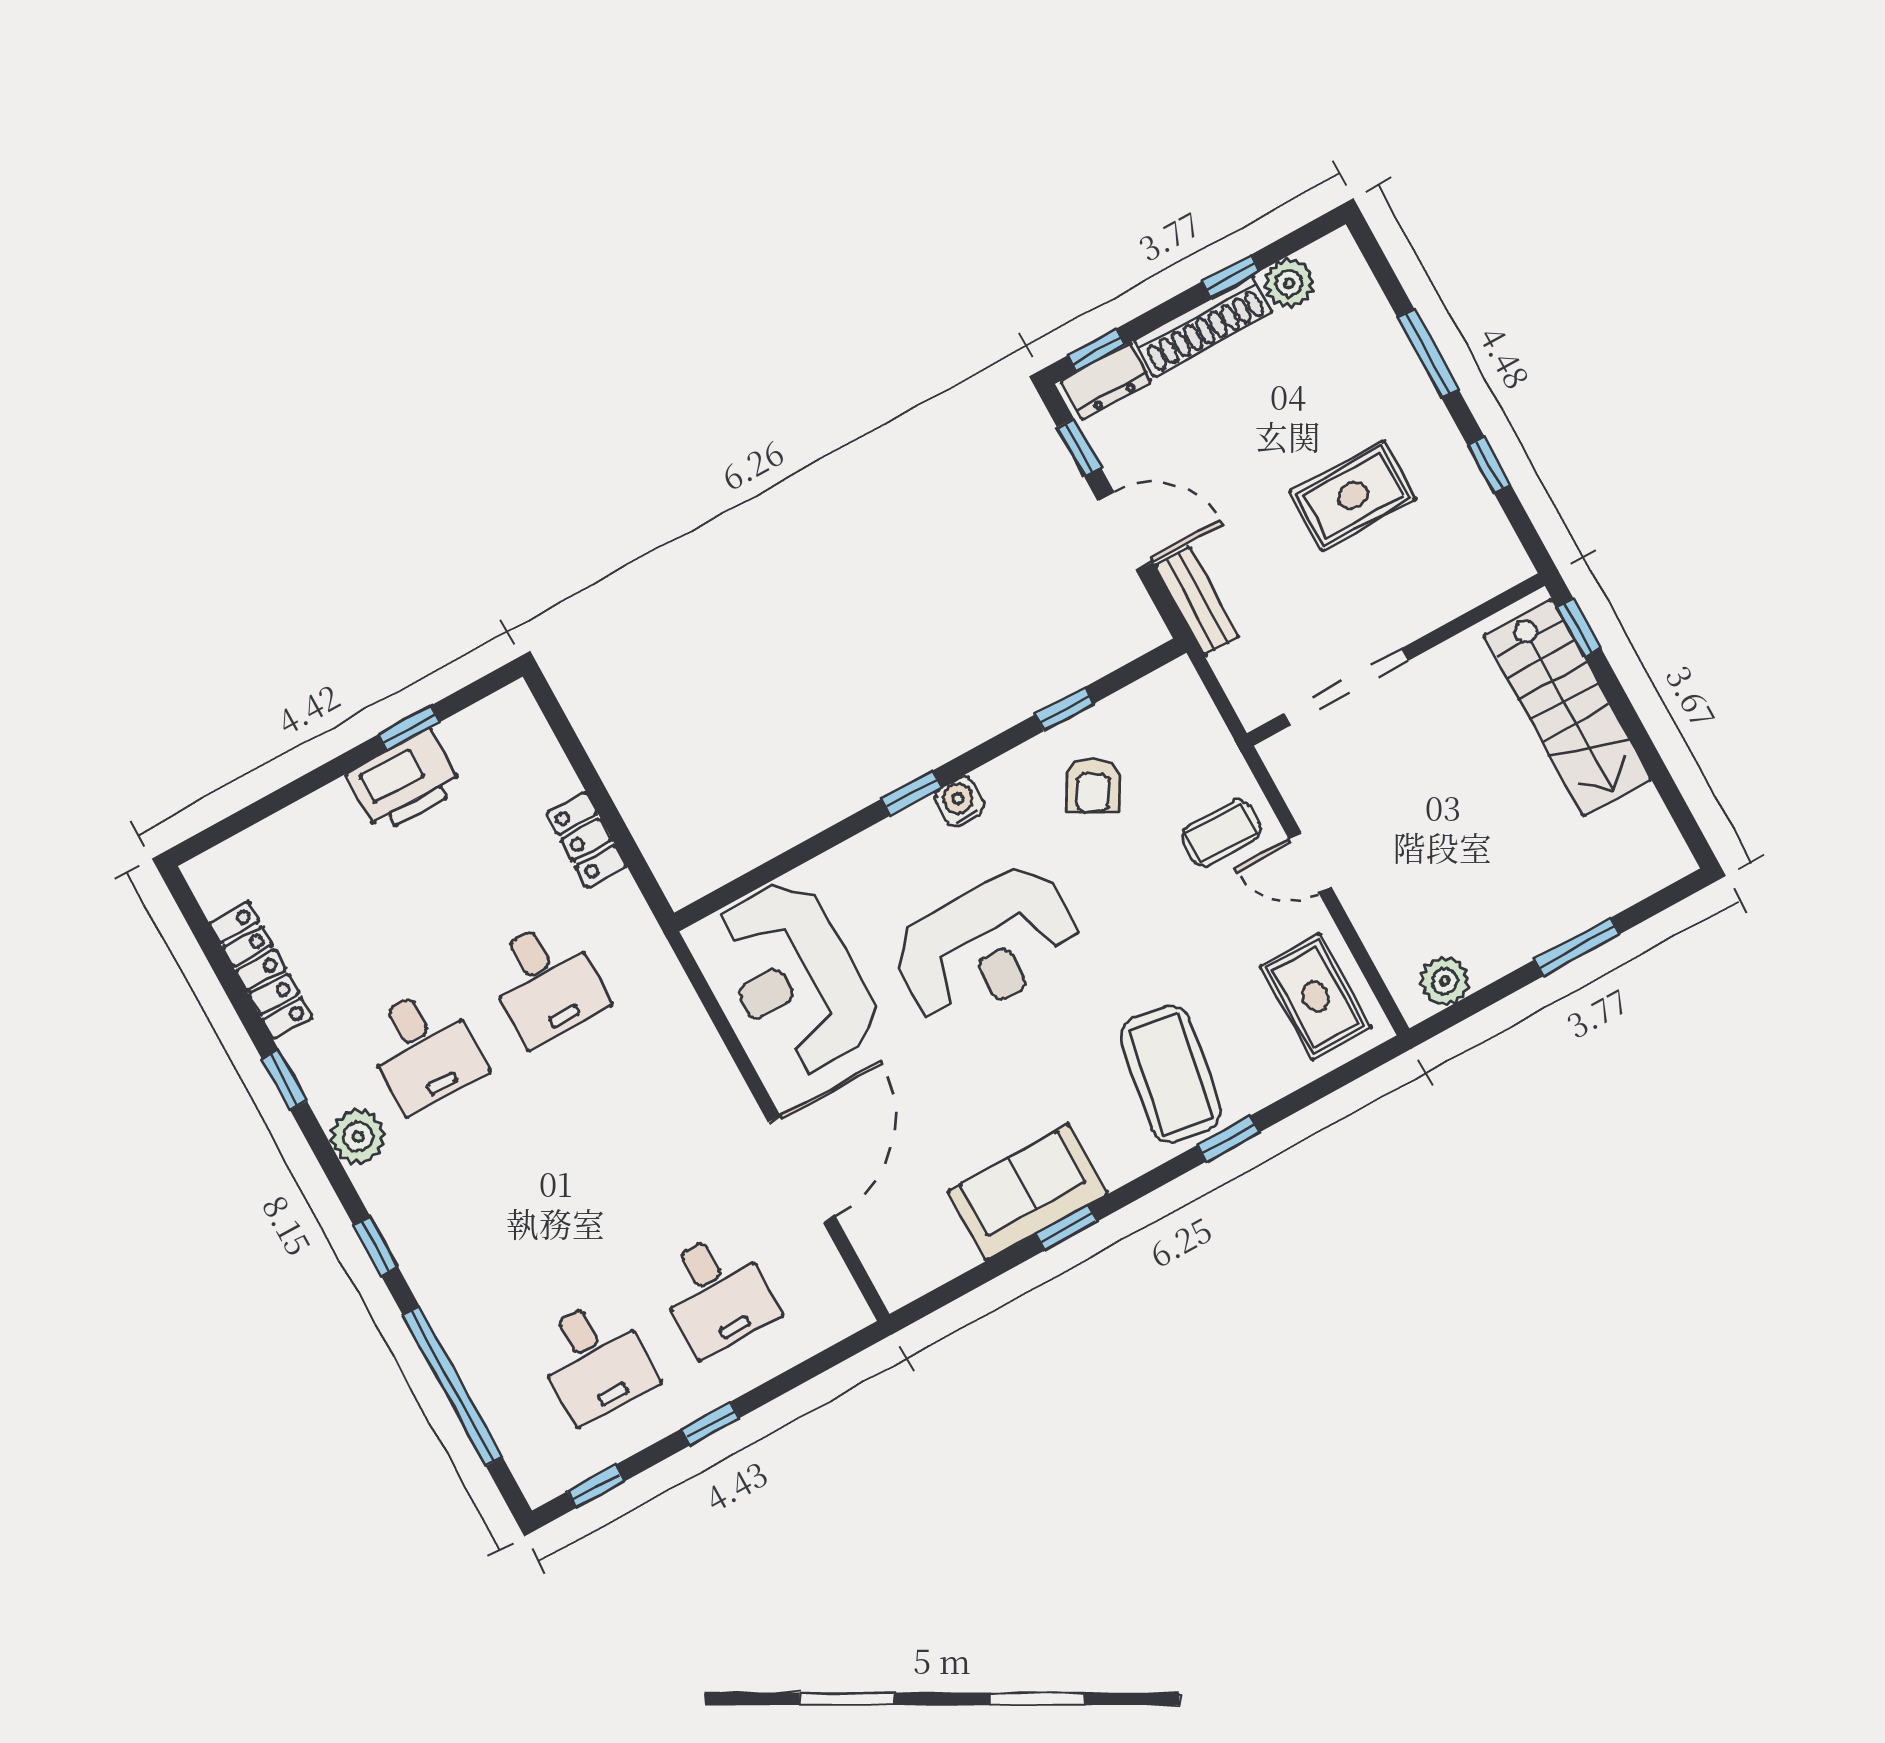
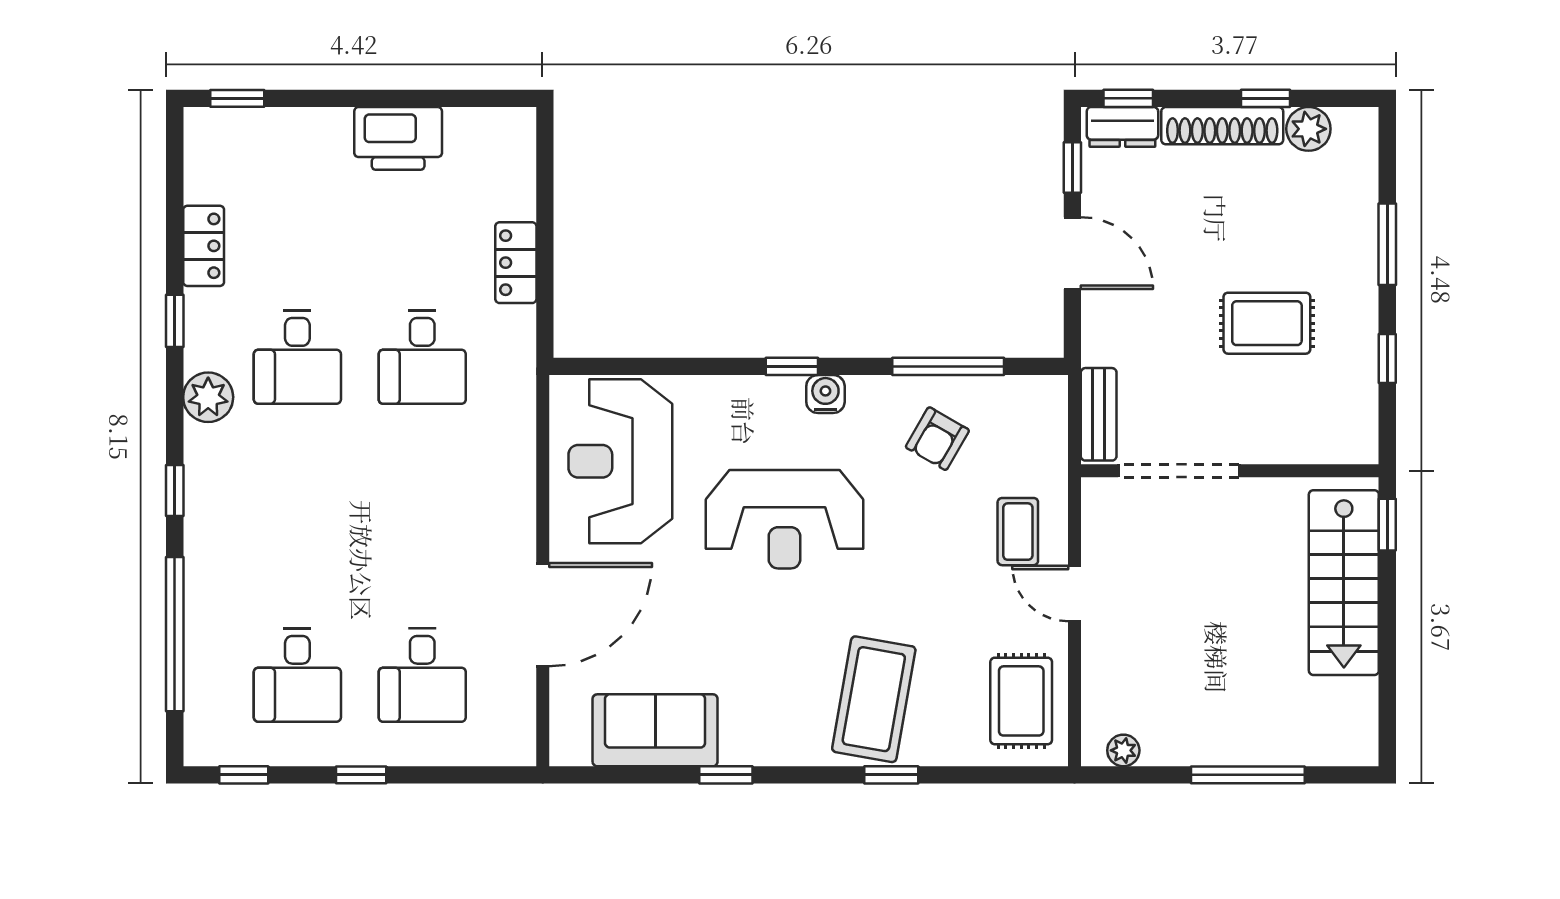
bench: (1197, 601) -> (1099, 414), moved
window: (1064, 709) -> (948, 366), width x2.17
window: (409, 728) -> (237, 98), moved
coffee table: (1221, 833) -> (1018, 532), turned 90
window: (1577, 947) -> (1248, 775), width x1.44
locker: (261, 970) -> (204, 246), width x0.66
plant: (1445, 981) -> (1123, 750), width x0.73, depth x0.73
sofa: (1027, 1192) -> (655, 730), moved

